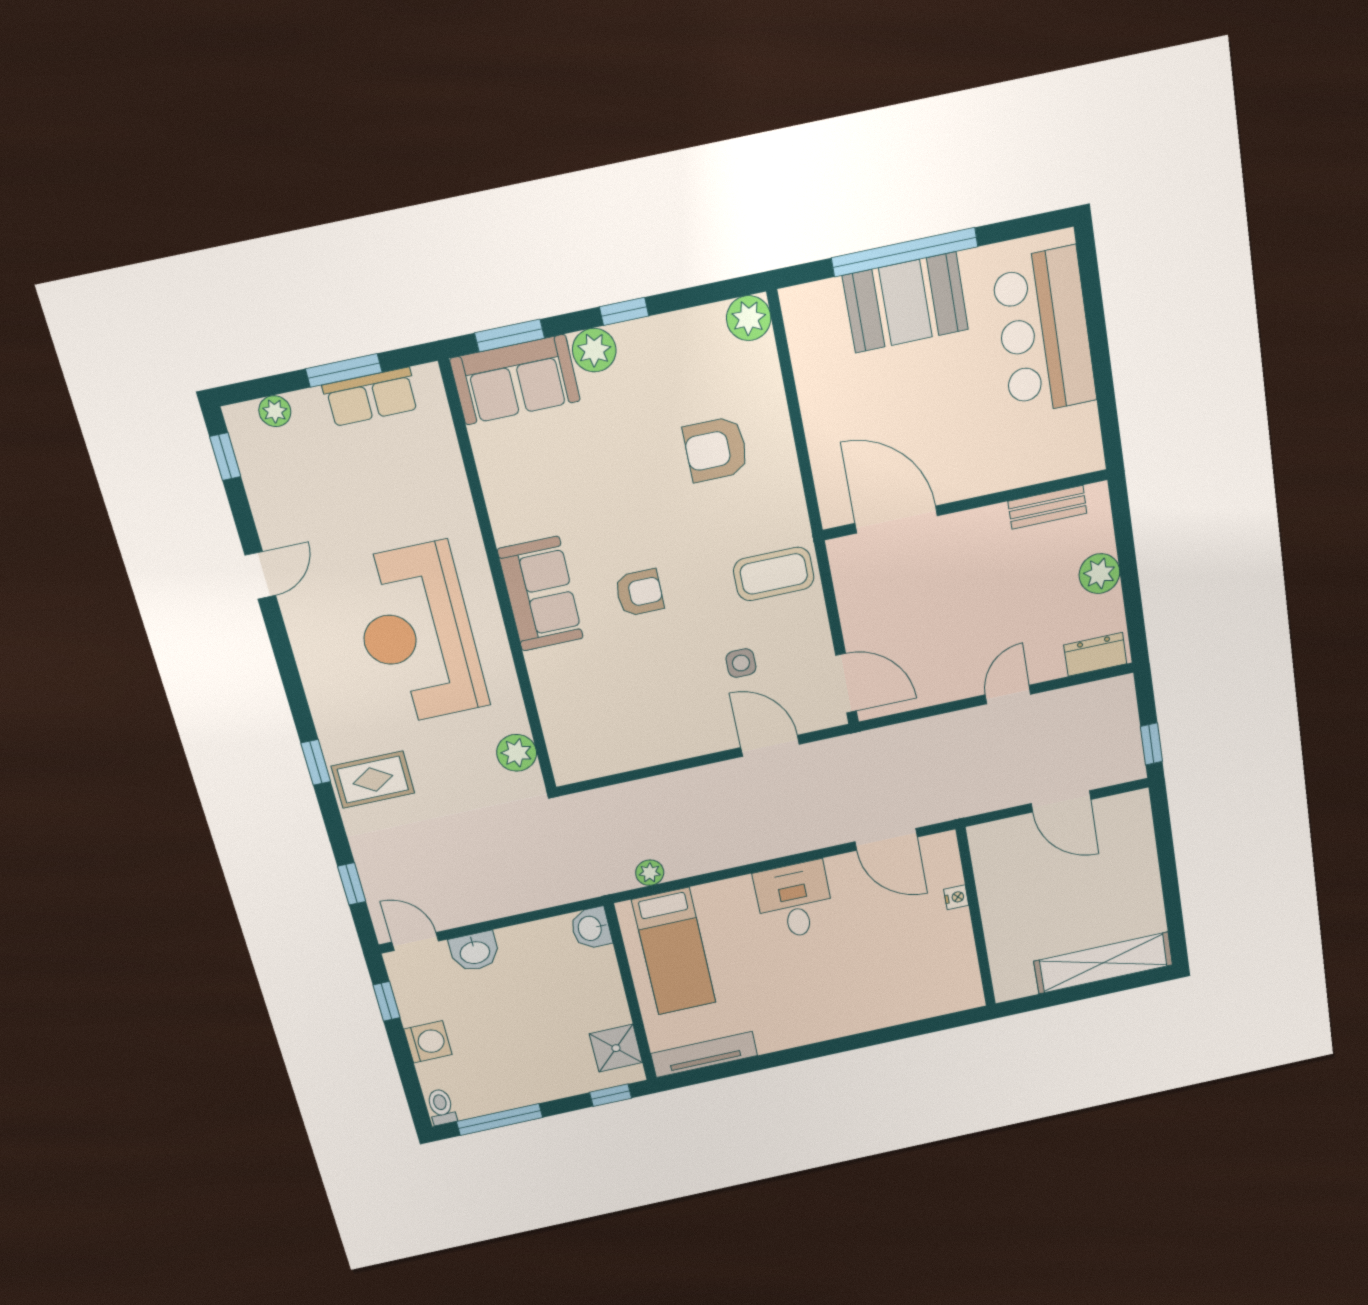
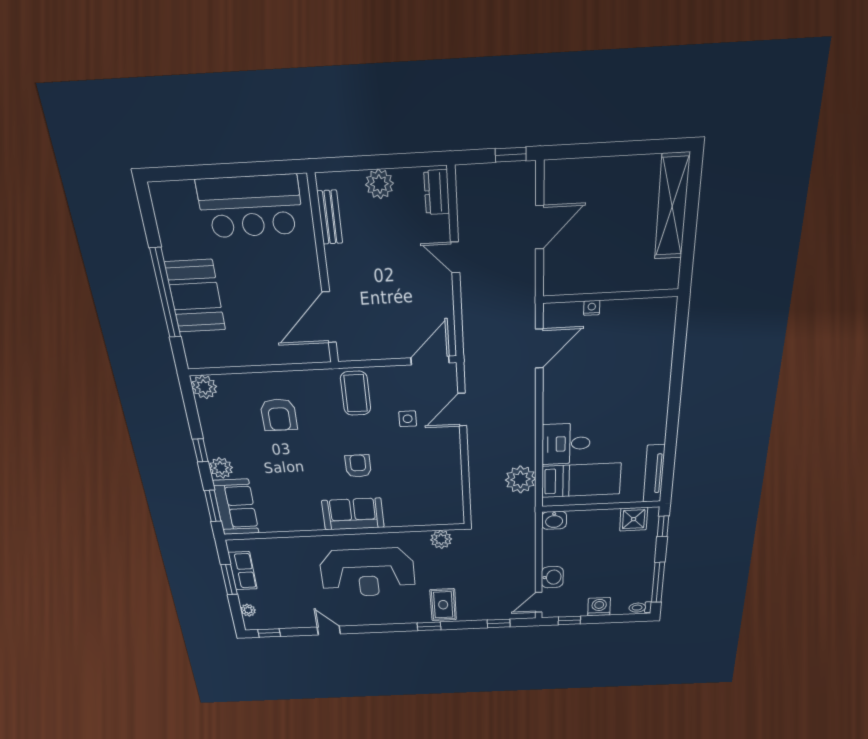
bar counter: (1044, 332) -> (250, 206), moved
plant: (650, 873) -> (520, 479), width x1.87, depth x1.87
desk: (794, 901) -> (566, 444), moved

